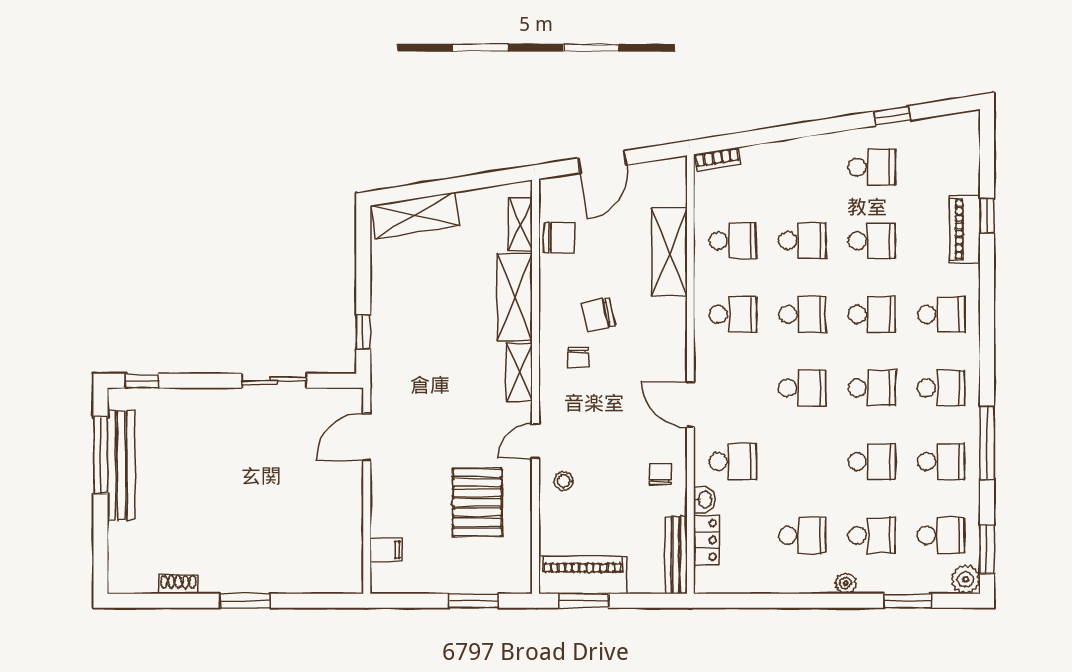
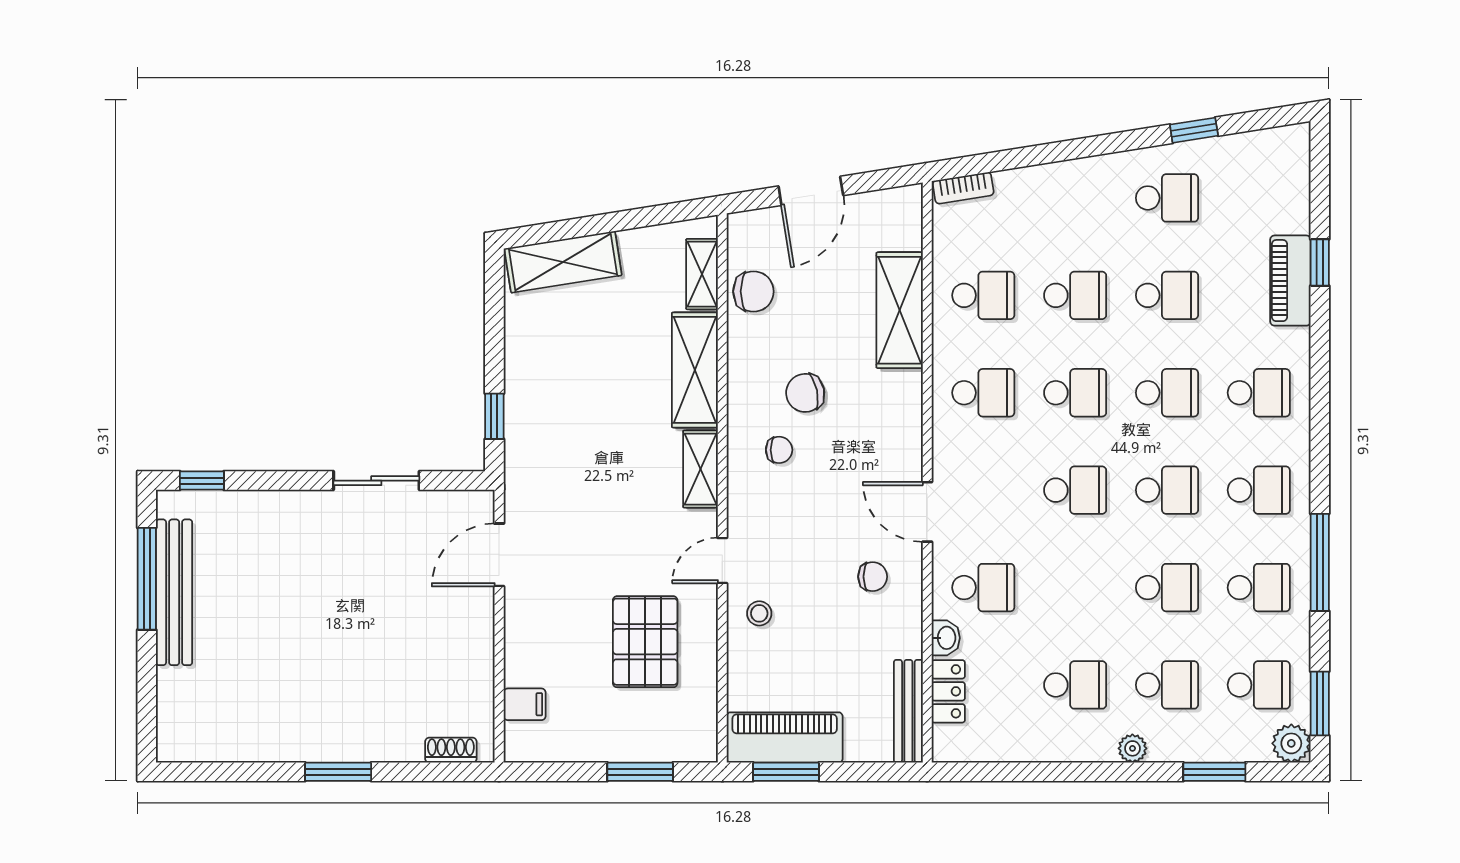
chair: (578, 357) -> (779, 450), turned -90
chair: (660, 474) -> (873, 577), moved, turned 90
shoe rack: (178, 584) -> (451, 750), moved

